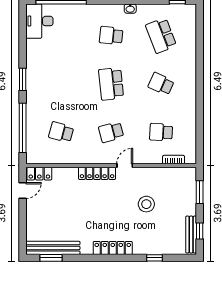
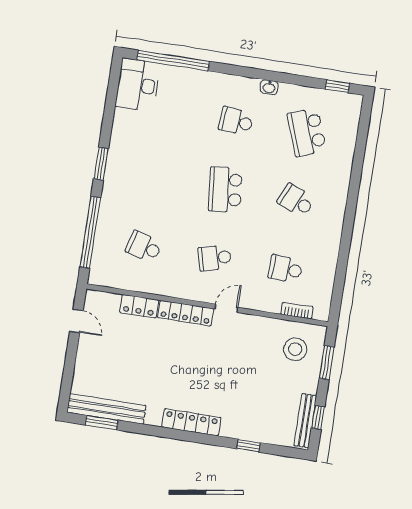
locker: (39, 174) -> (139, 306), moved
door: (23, 191) -> (76, 321), hinge flipped
stool: (146, 204) -> (295, 349), moved

